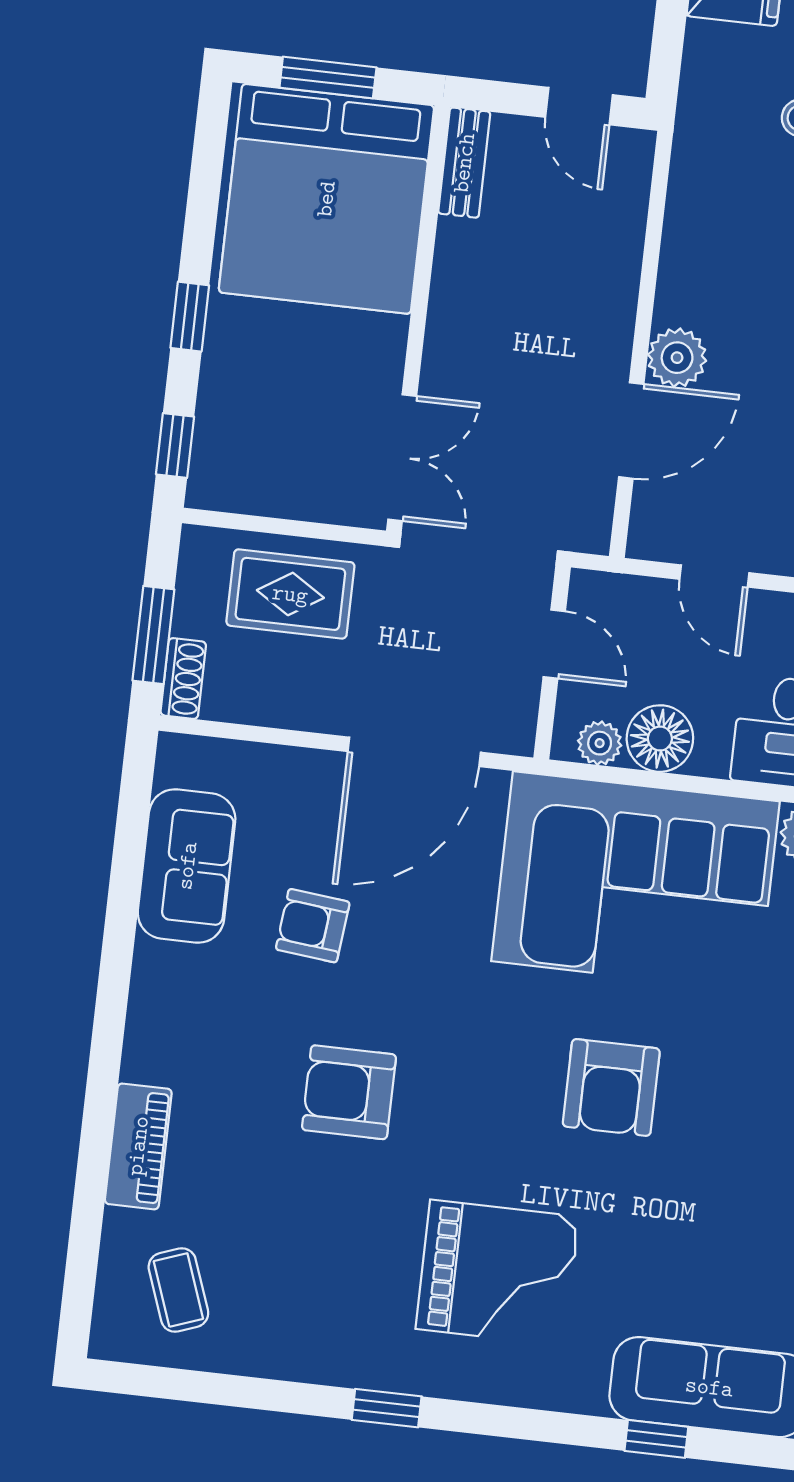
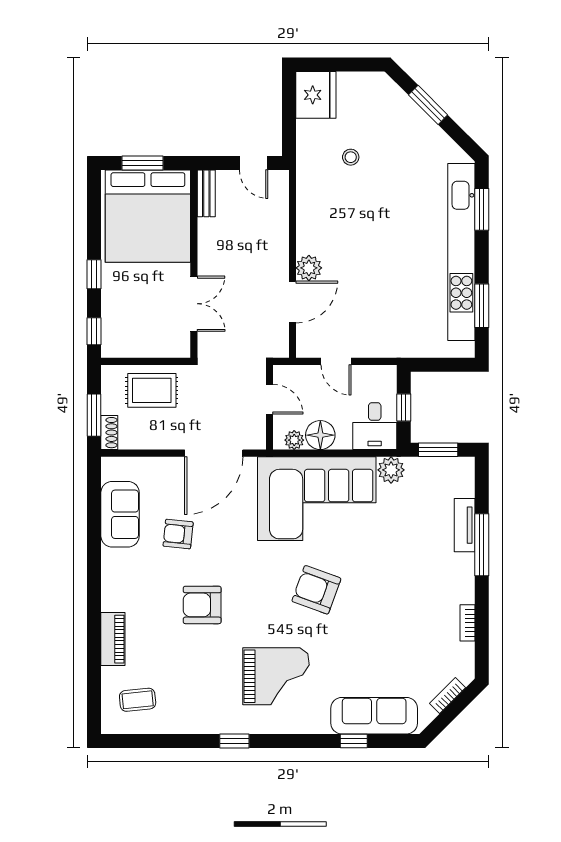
double door: (402, 458) -> (194, 304), moved
armchair: (611, 1087) -> (316, 590), turned 110
coffee table: (178, 1290) -> (138, 700), turned -76

